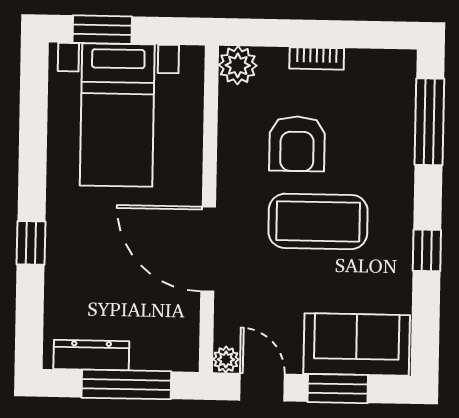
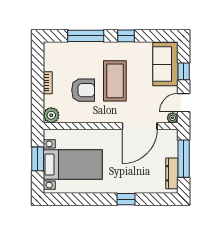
window: (102, 30) -> (38, 159), moved
window: (429, 122) -> (86, 36), moved
door: (208, 249) -> (140, 126), moved
window: (338, 389) -> (184, 71), width x0.67

